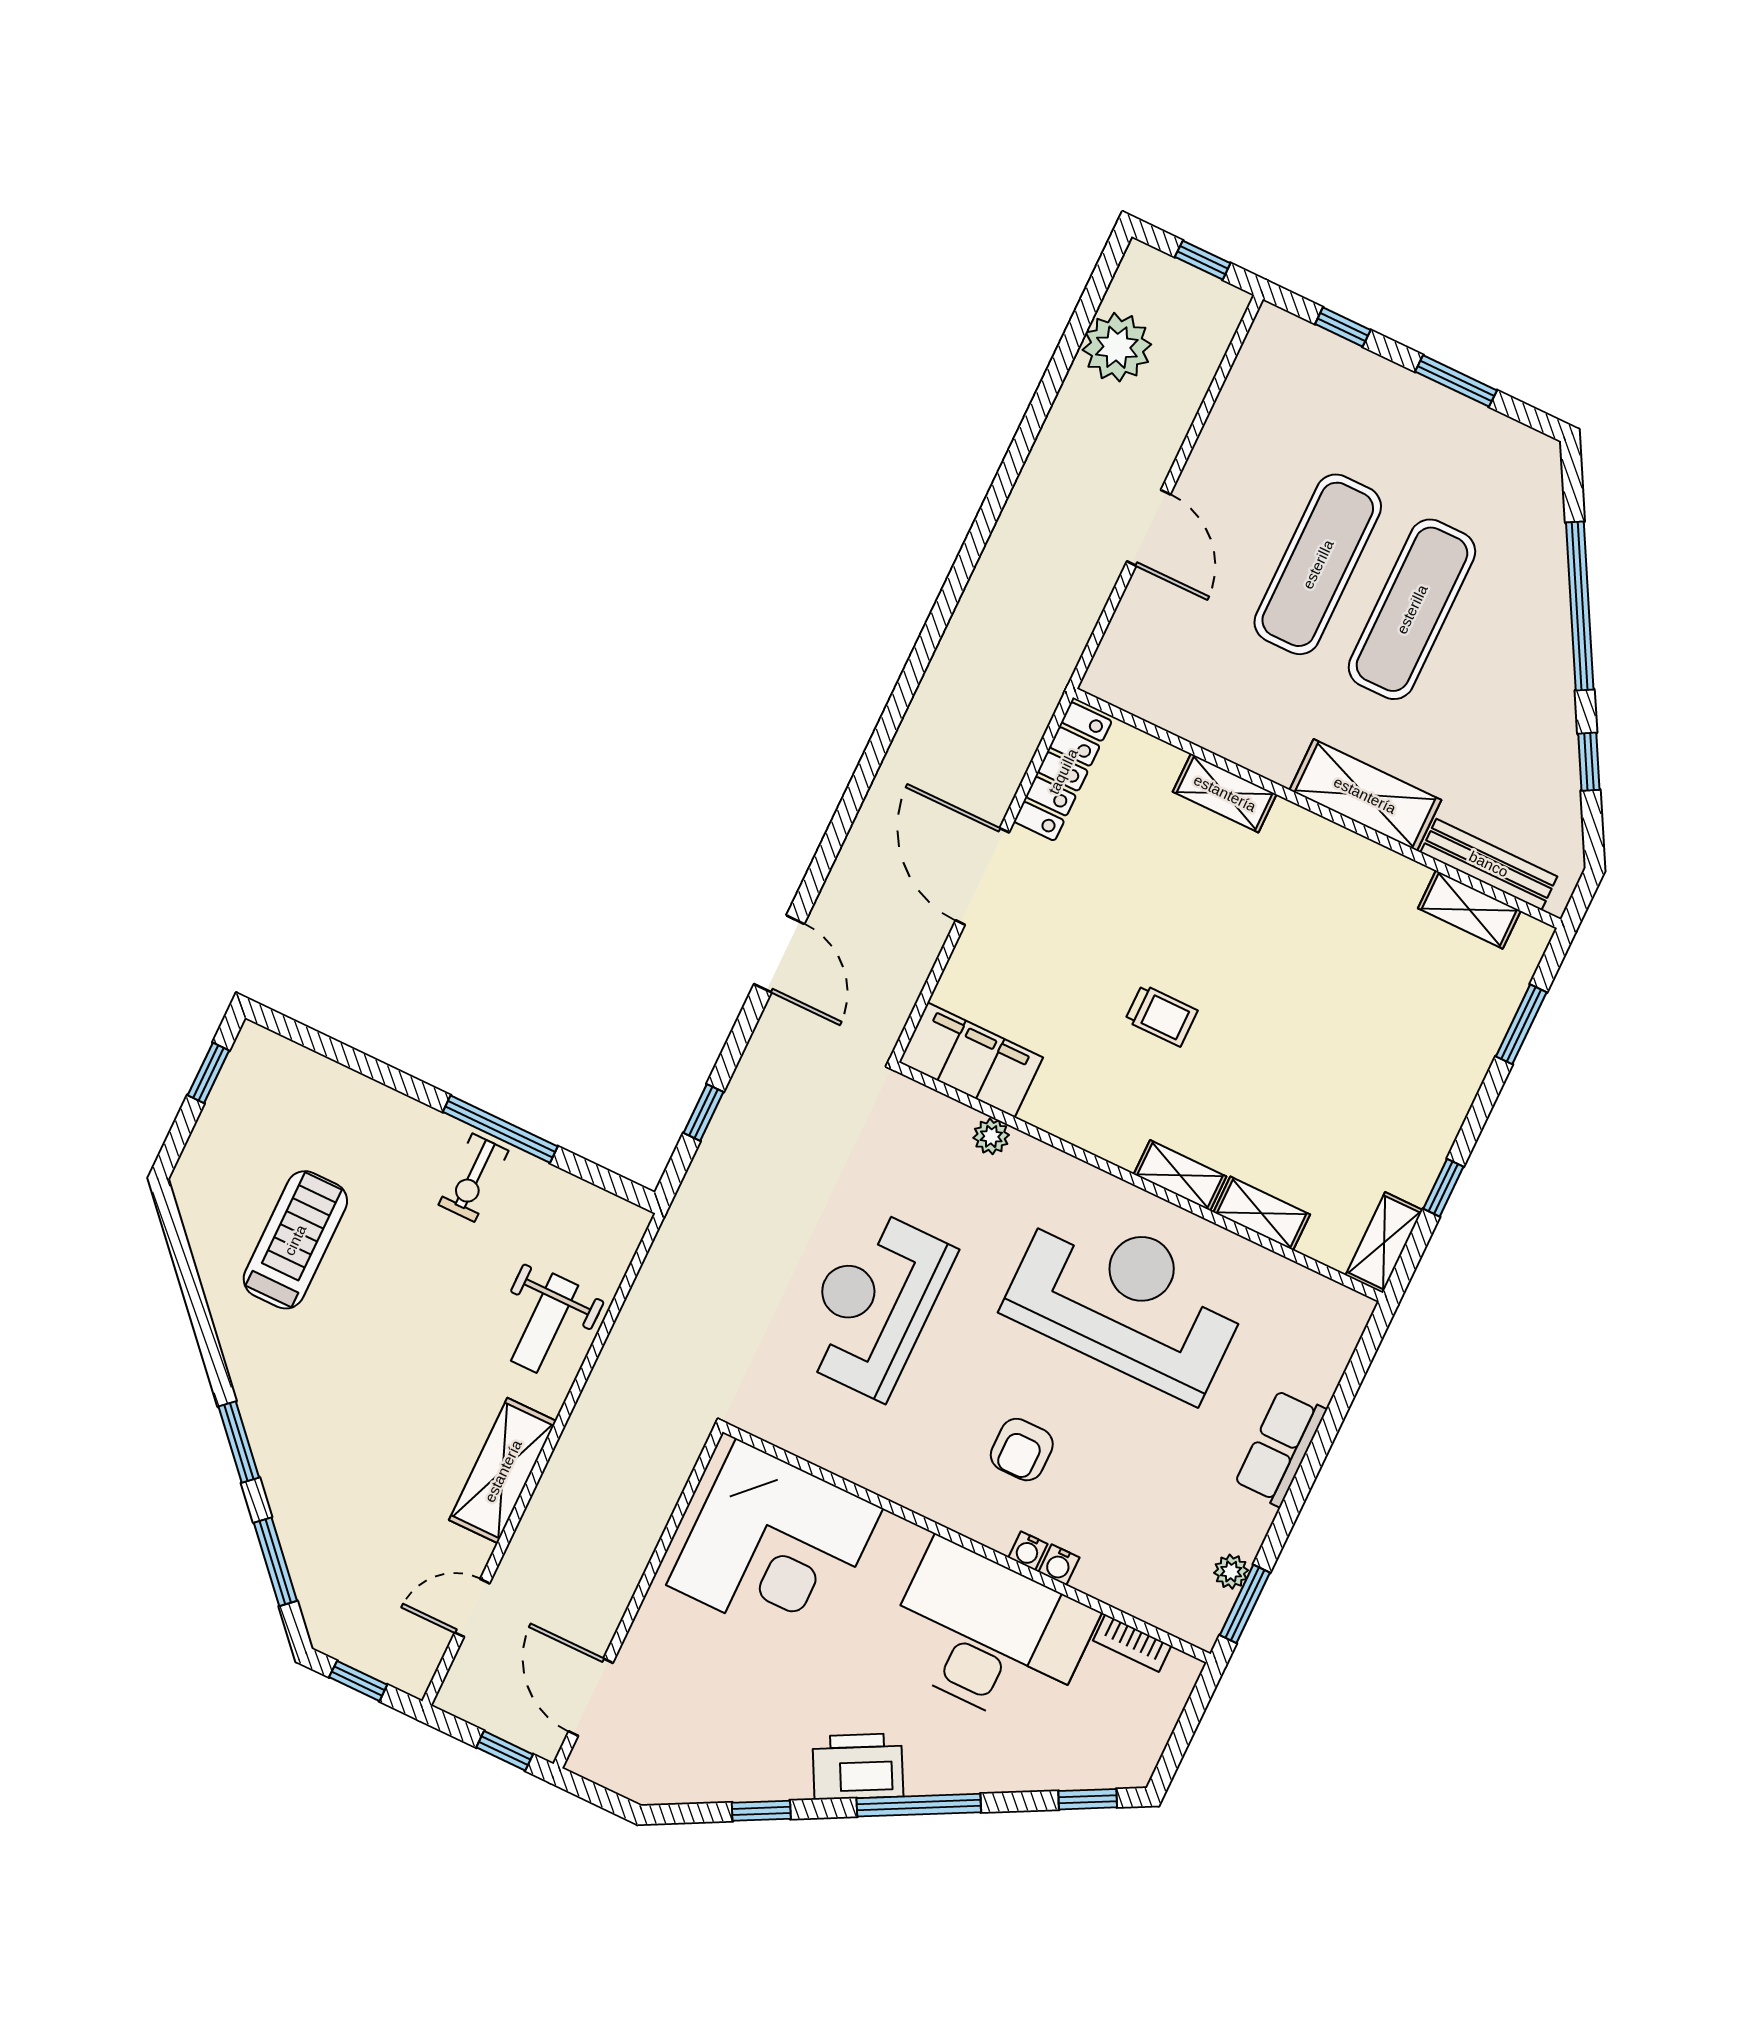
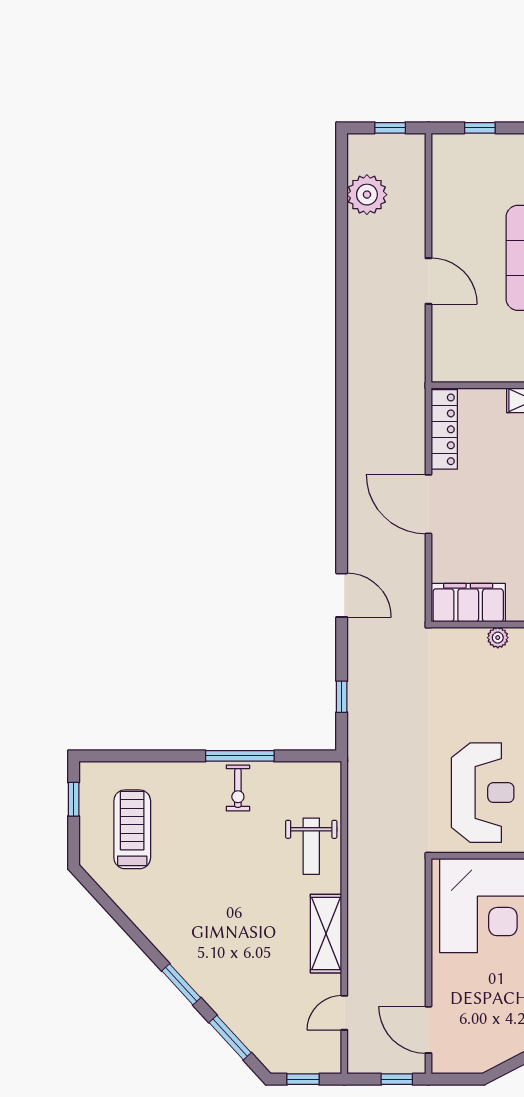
treadmill: (295, 1240) -> (132, 829), moved
reception desk: (874, 1304) -> (483, 793), moved, turned 180

